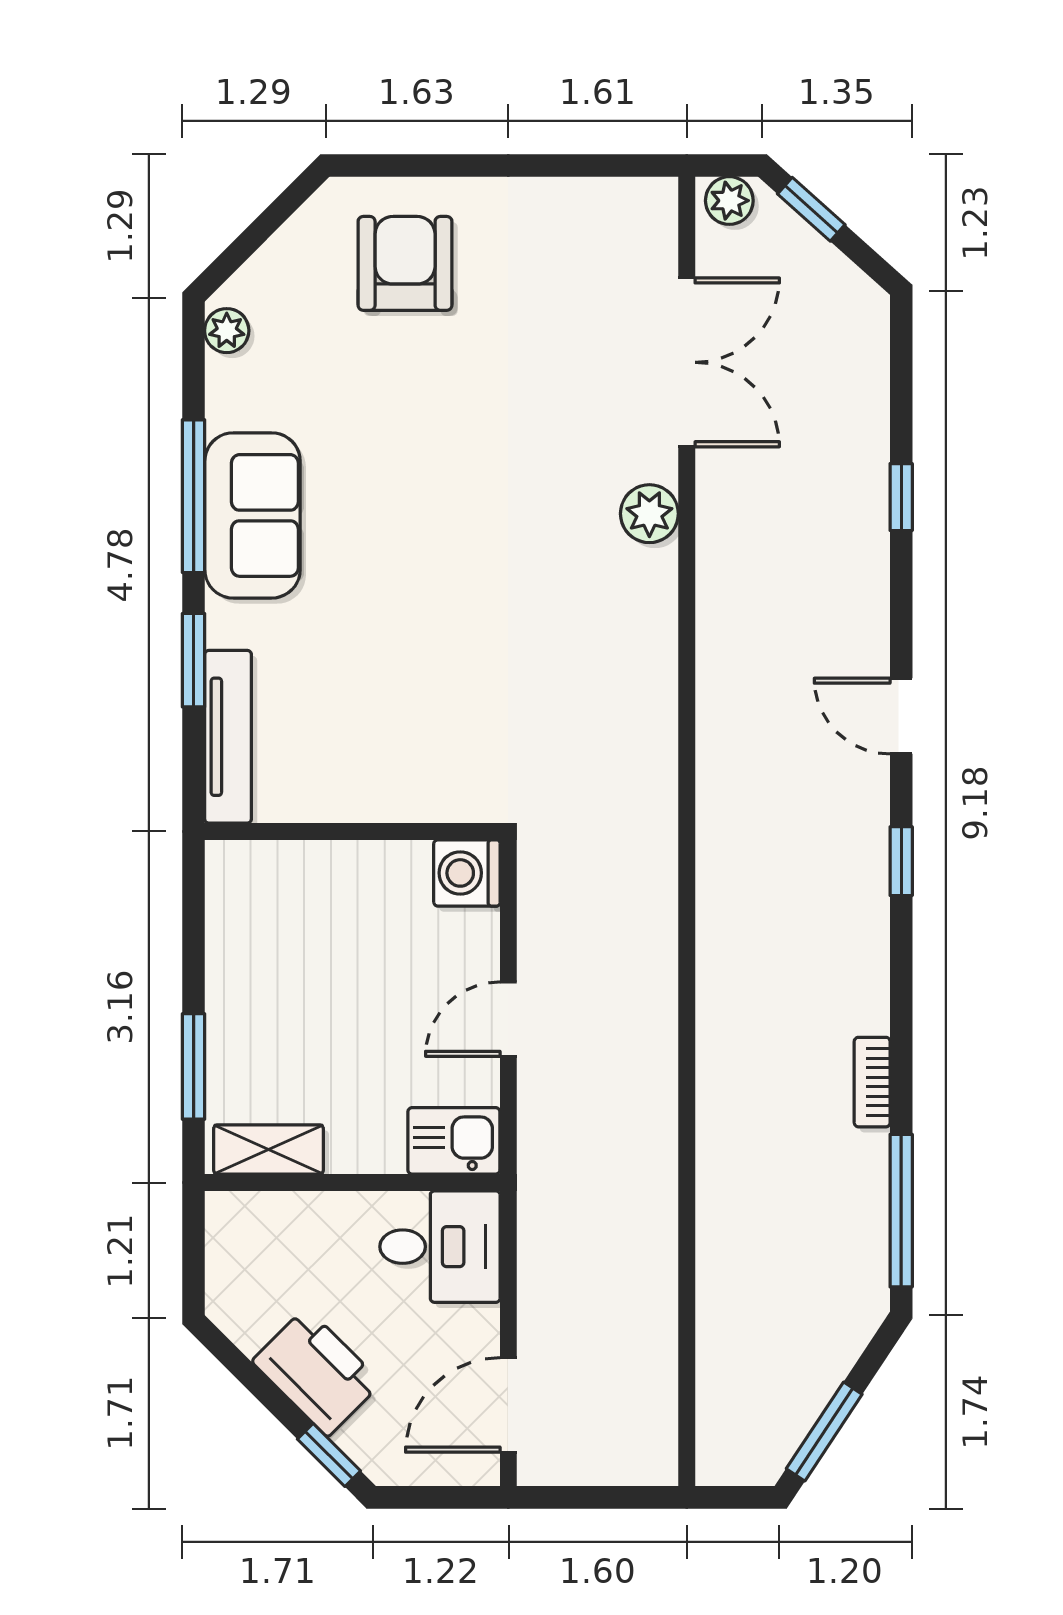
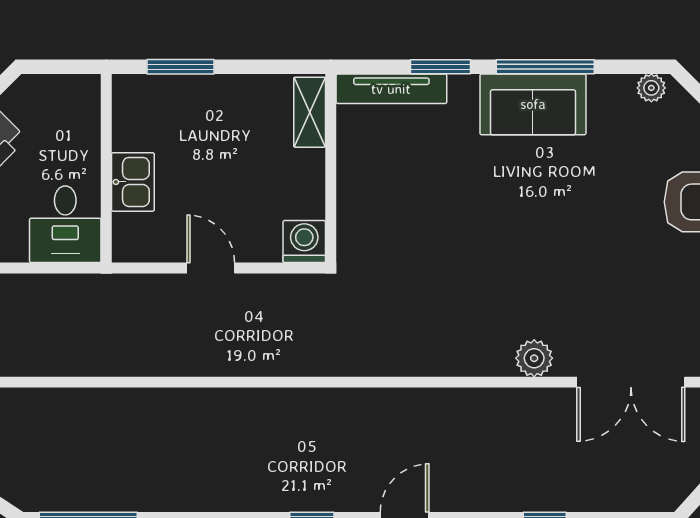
bookcase: (872, 1082) -> (171, 501), removed
kitchen sink: (454, 1141) -> (133, 182), moved
shelving: (268, 1149) -> (310, 112), moved

